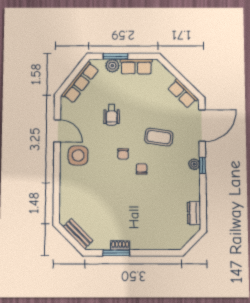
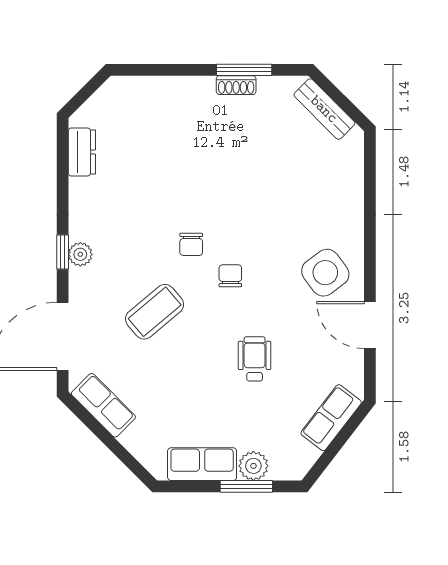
row of seats: (80, 82) -> (331, 418), width x0.68
coffee table: (159, 137) -> (155, 312), turned -48
side table: (78, 155) -> (325, 273), turned -37

